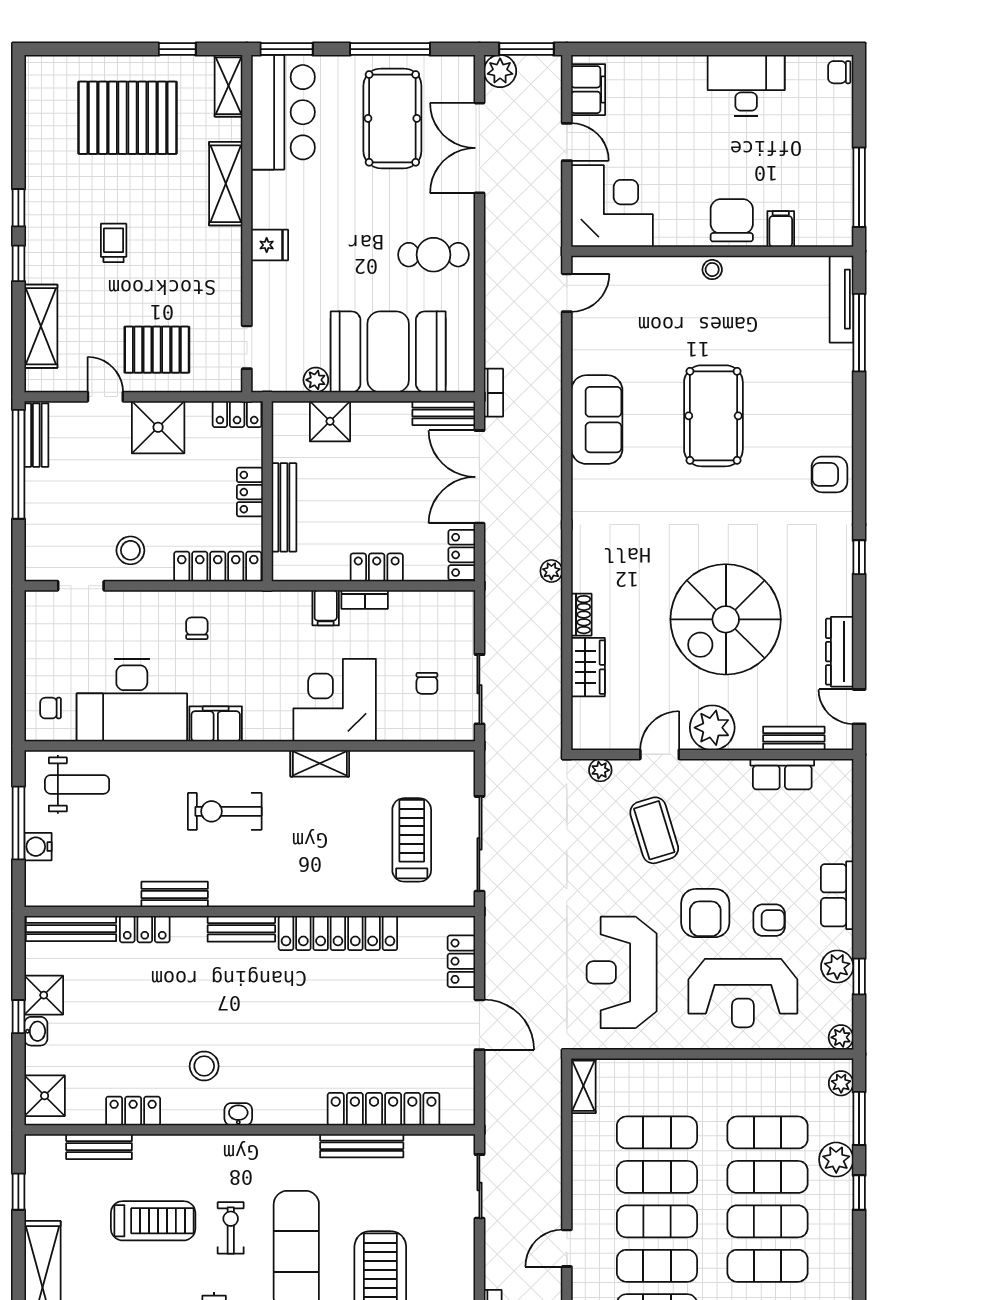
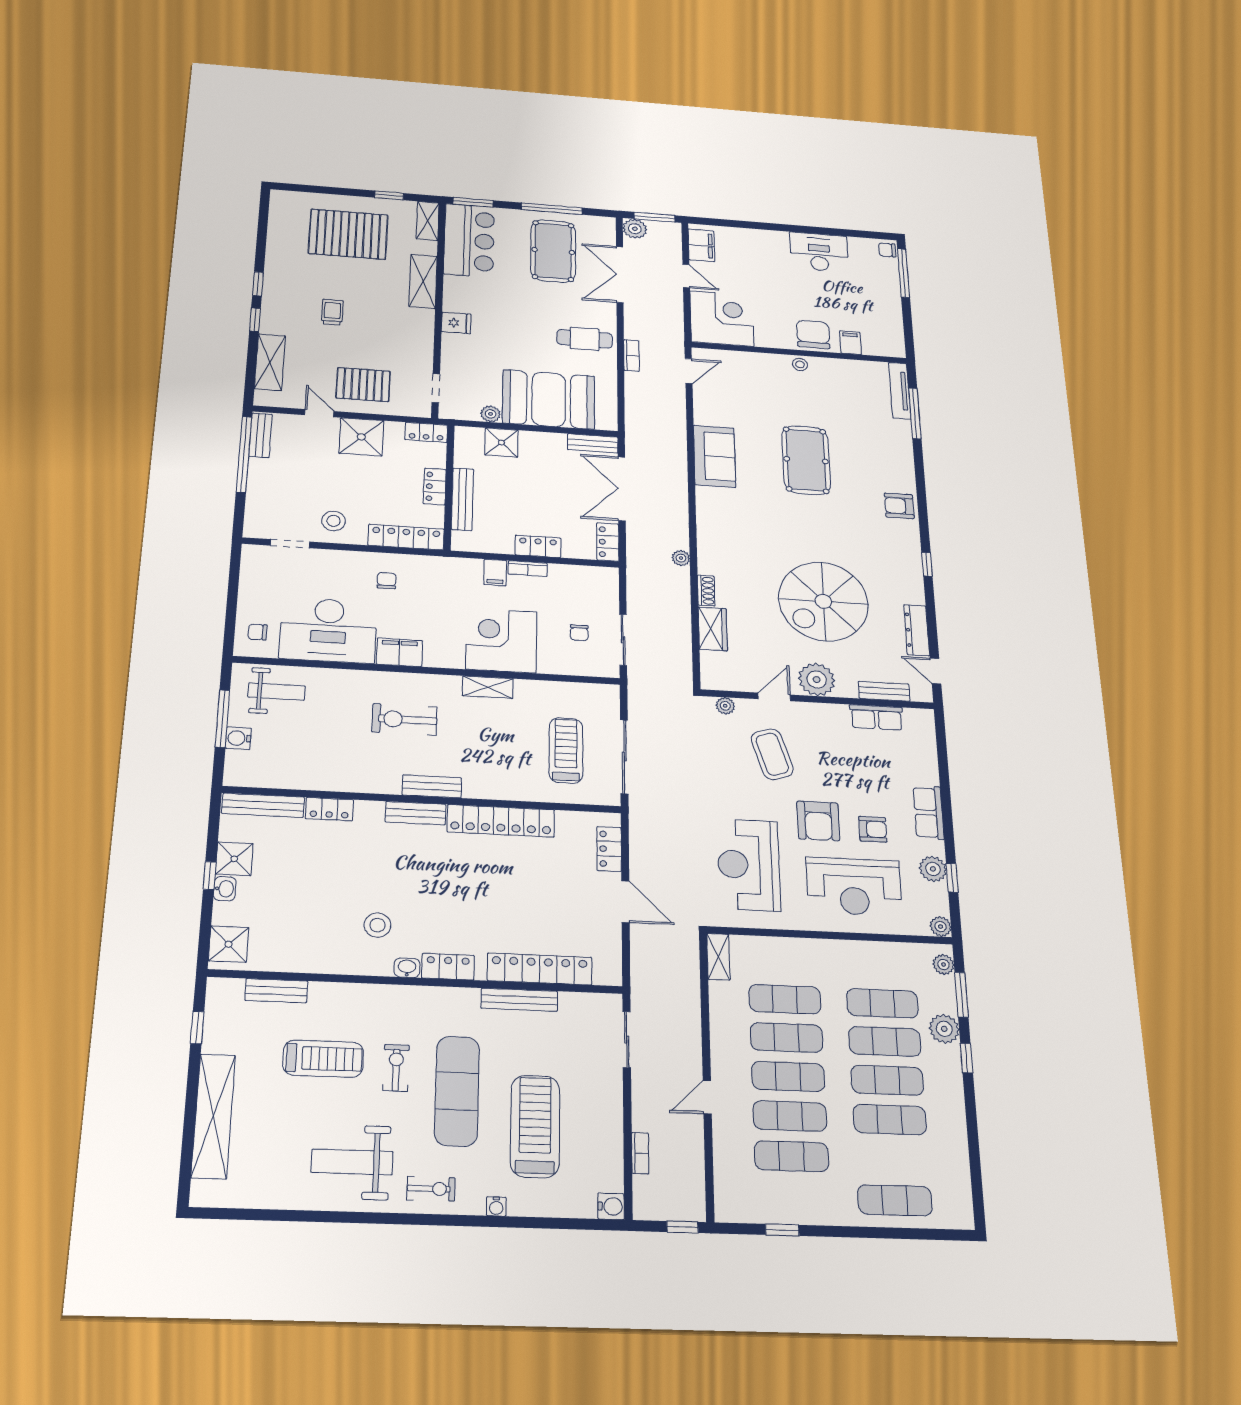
window: (859, 187) -> (904, 273), moved
bookcase: (493, 393) -> (631, 356), moved
bench: (175, 894) -> (432, 786), moved
locker: (133, 1111) -> (448, 967), moved

